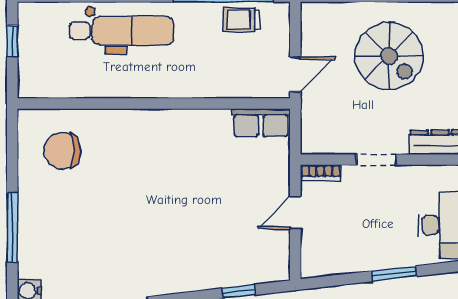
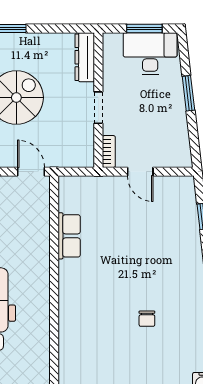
row of seats: (261, 123) -> (69, 236), moved
chair: (62, 151) -> (147, 319), moved, width x0.54, depth x0.54

